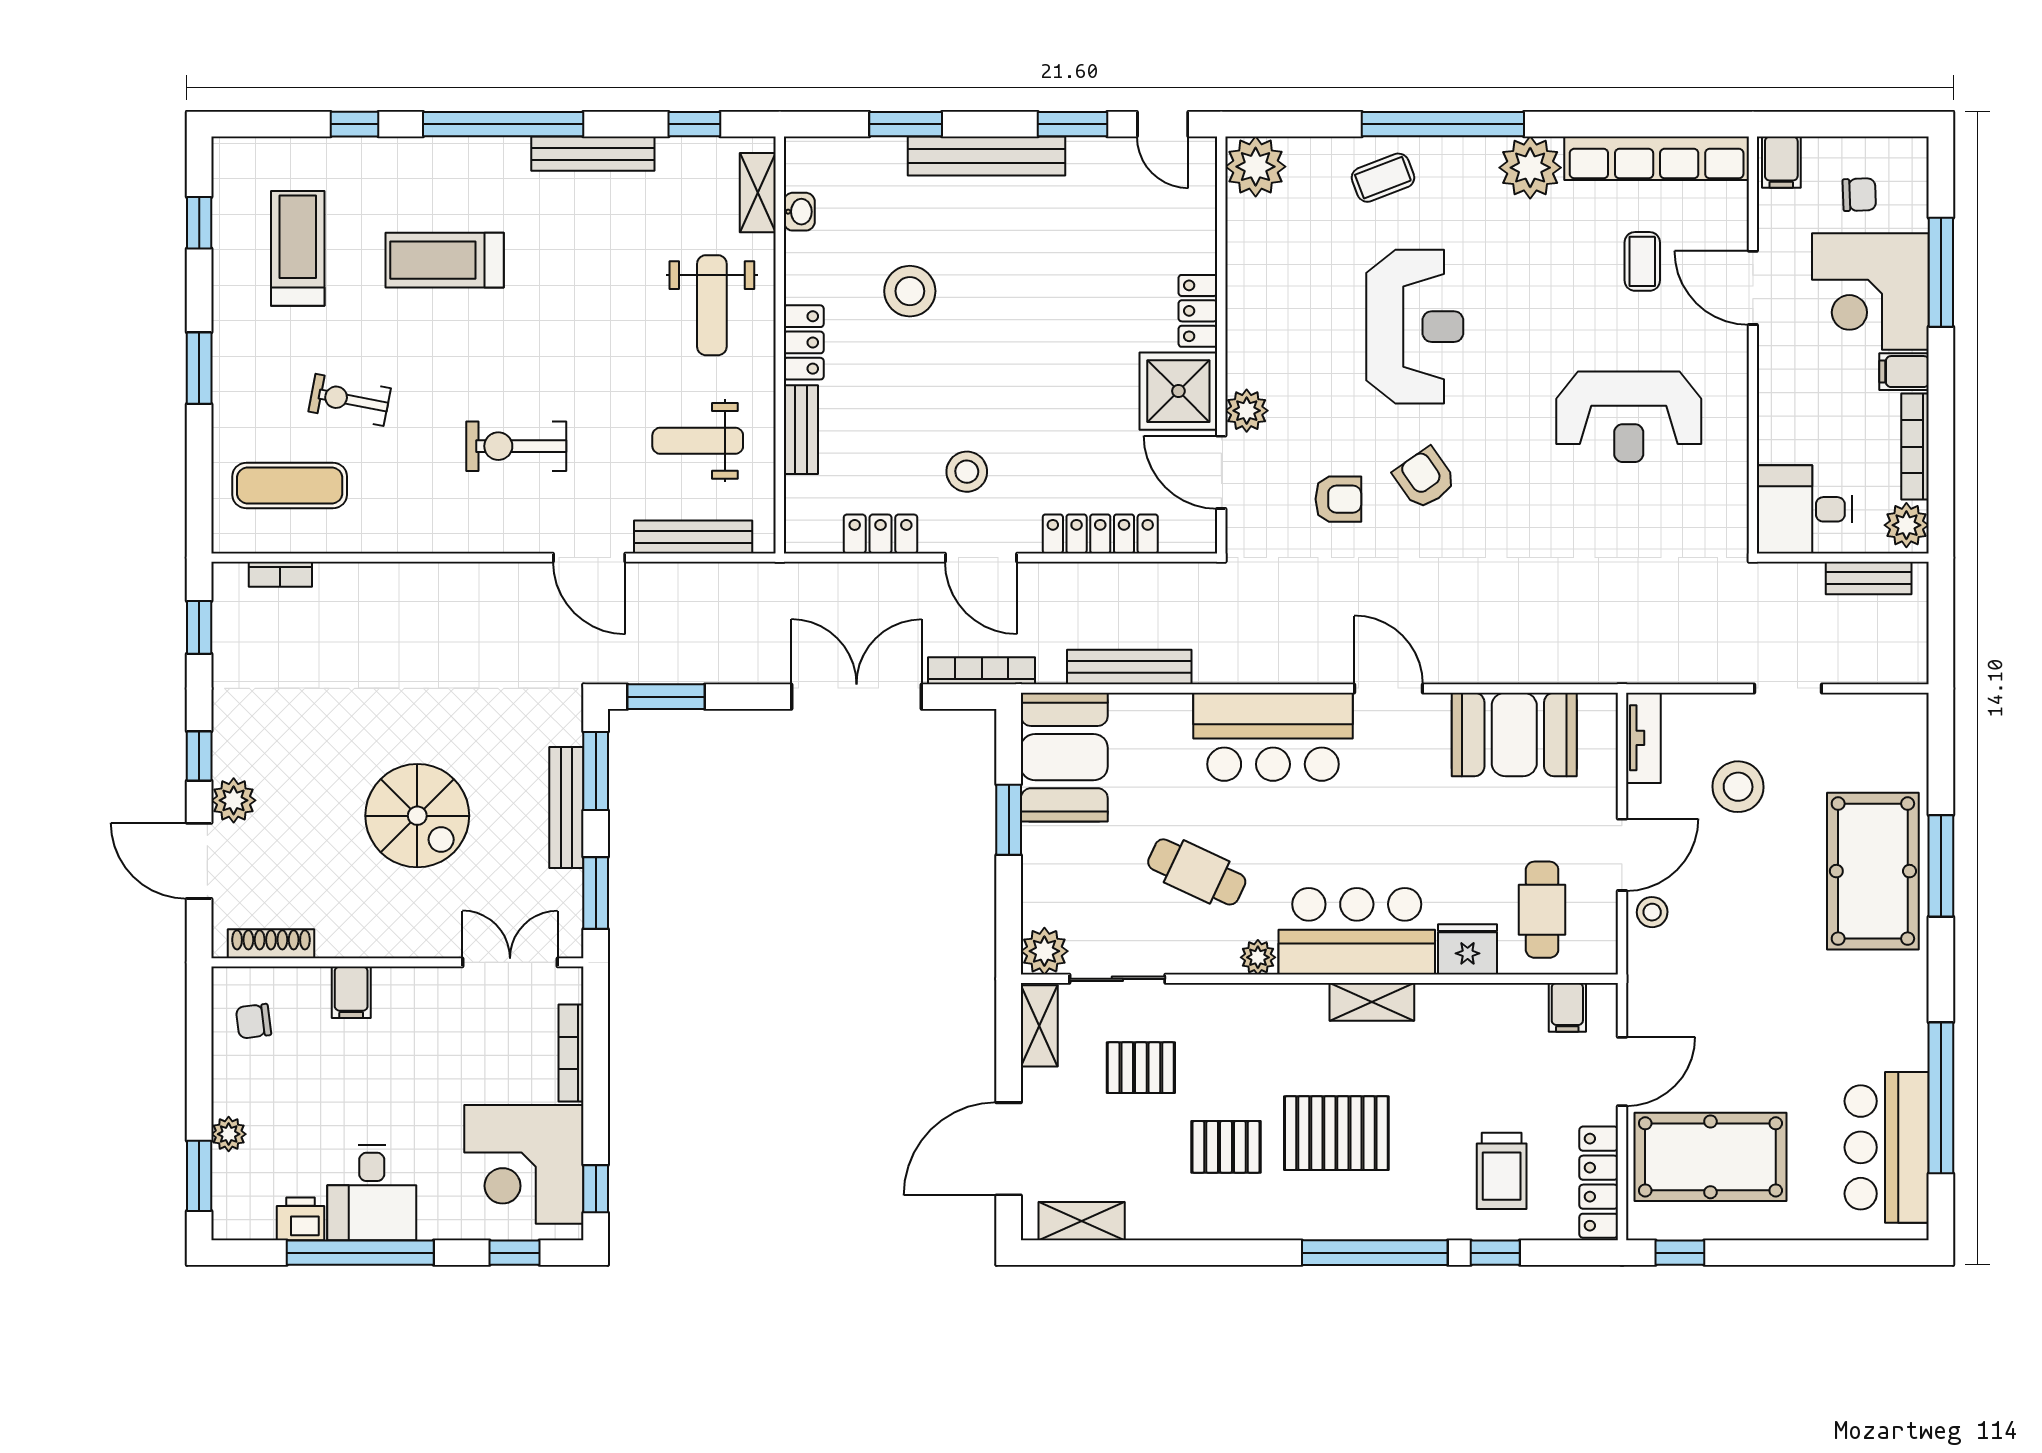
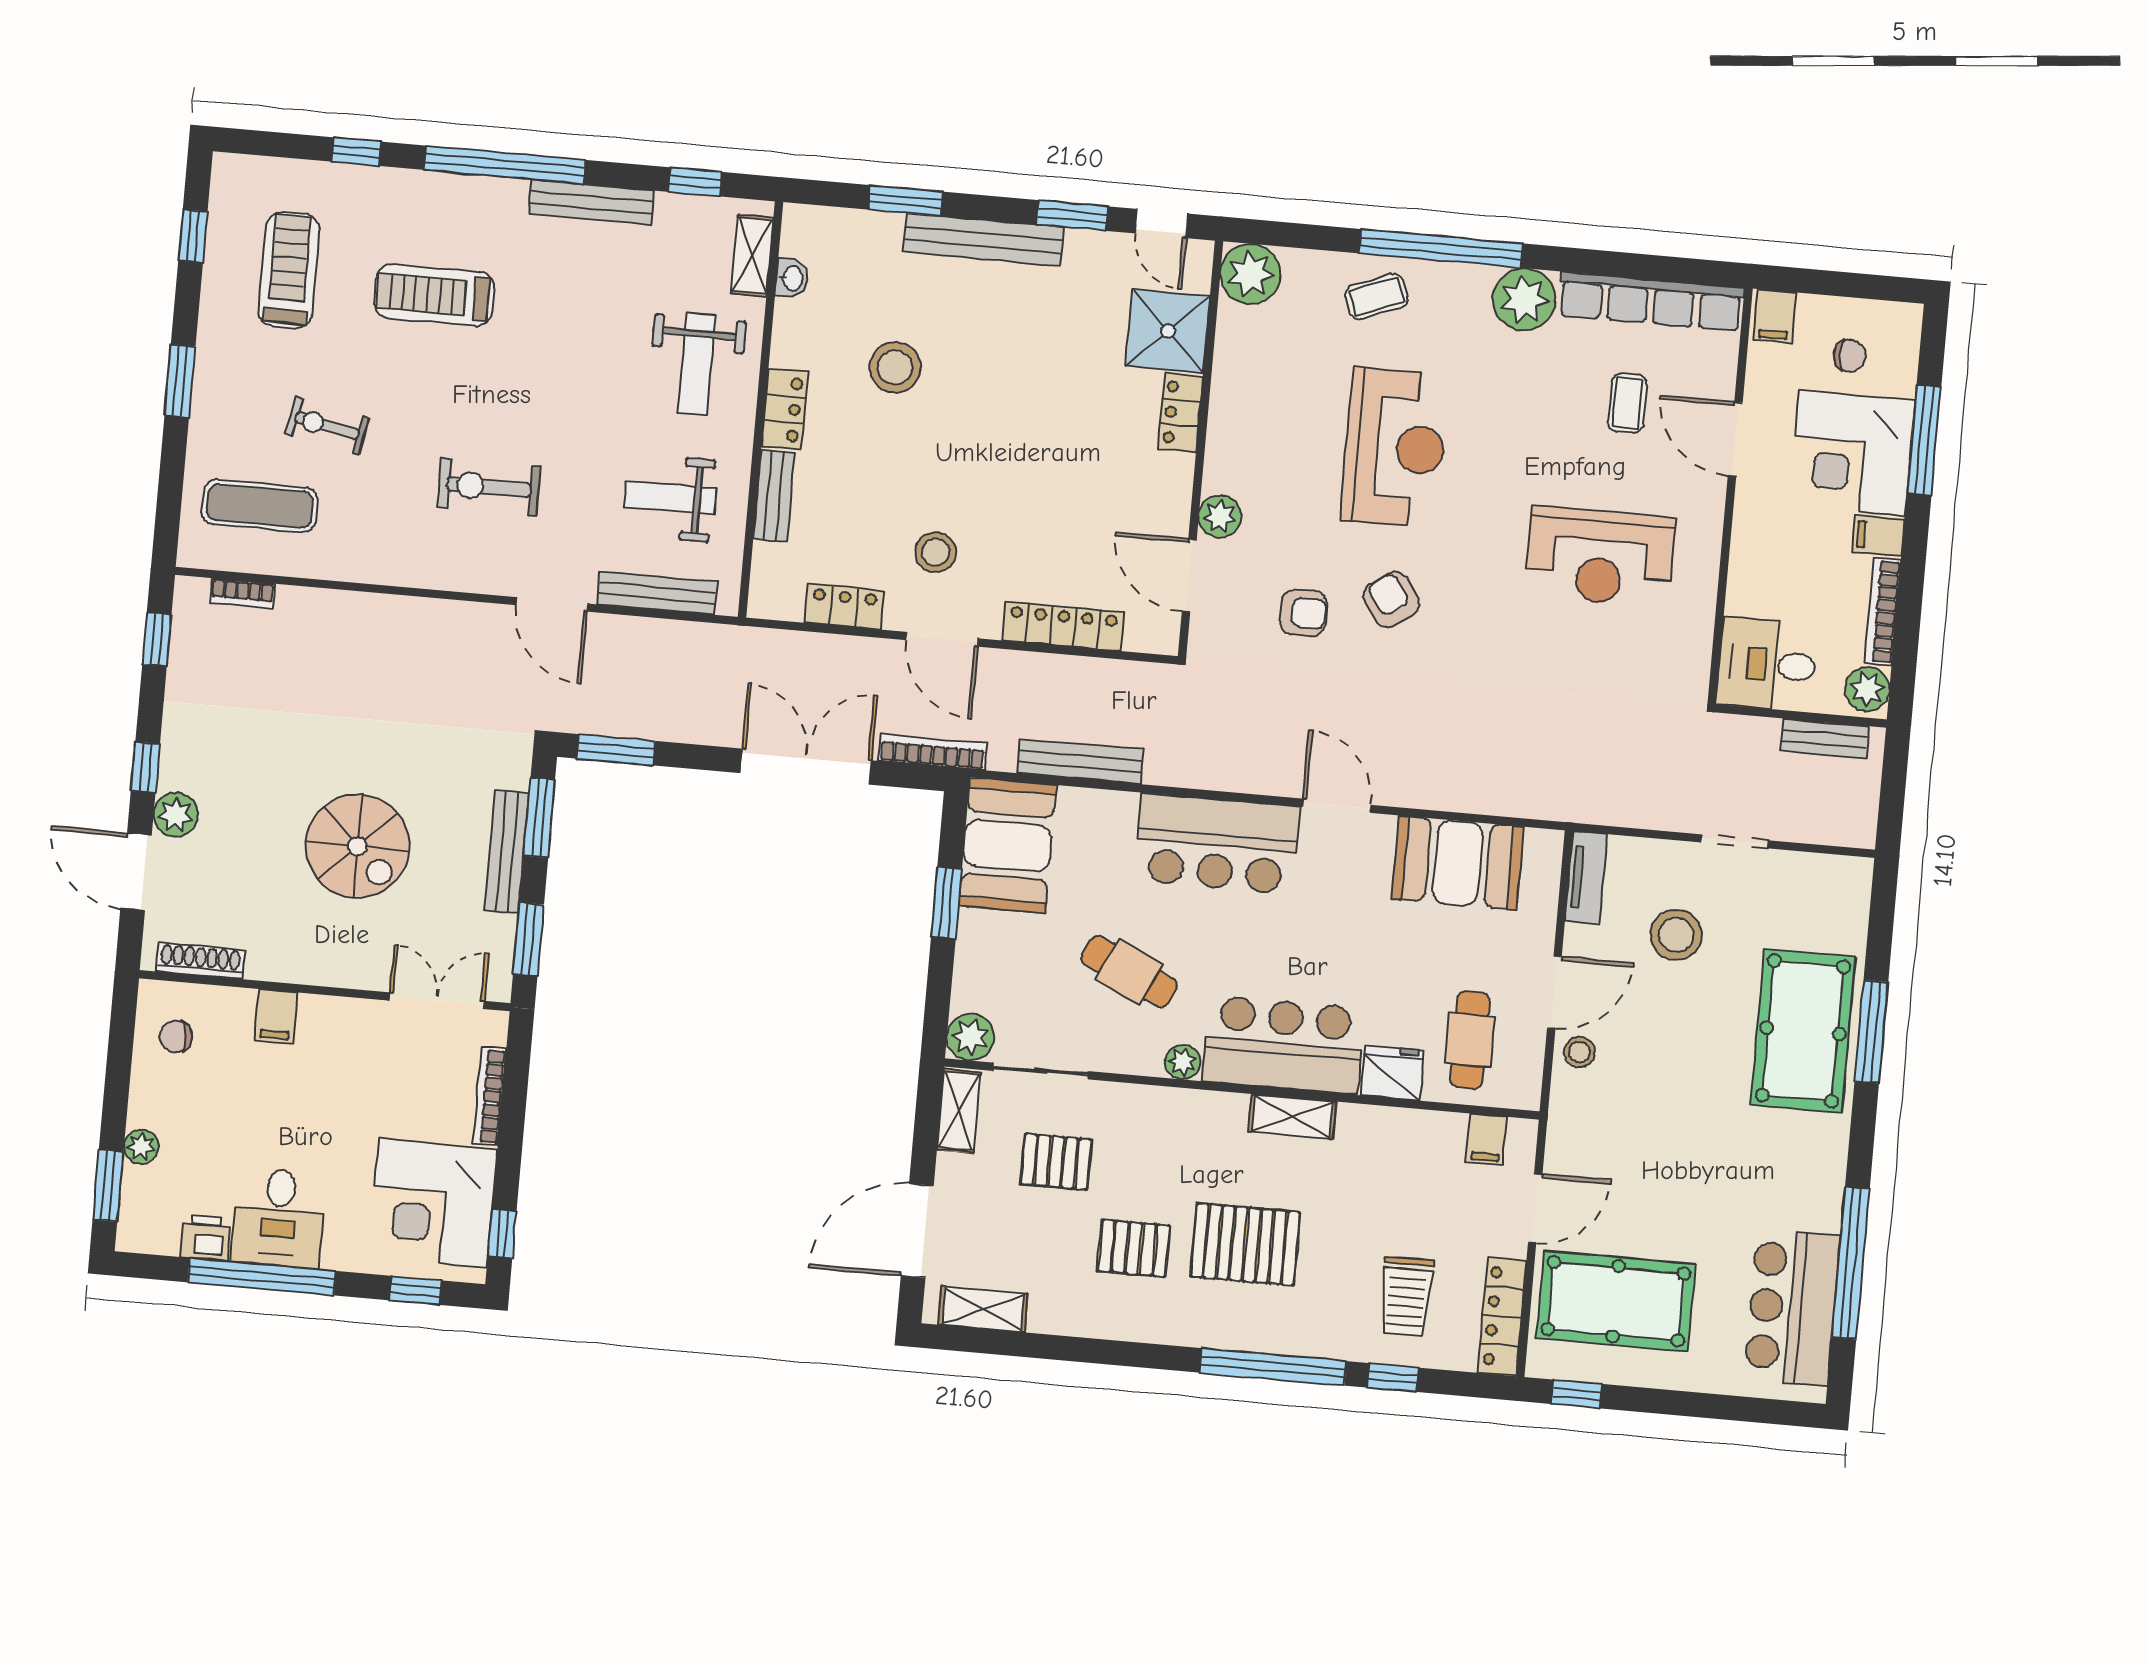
shower: (1178, 391) -> (1168, 331), moved

